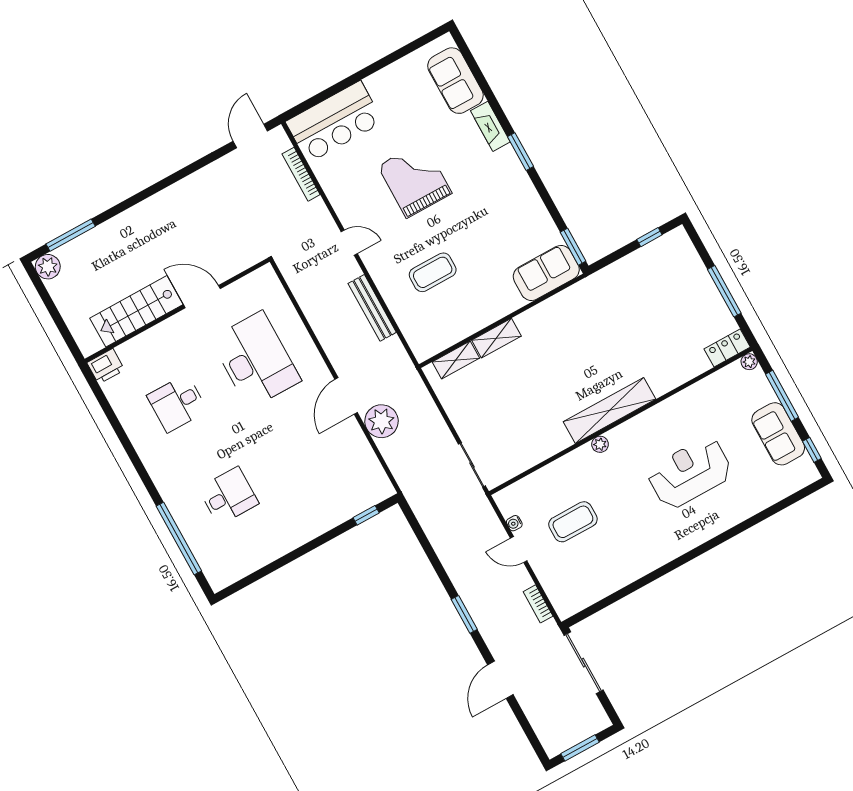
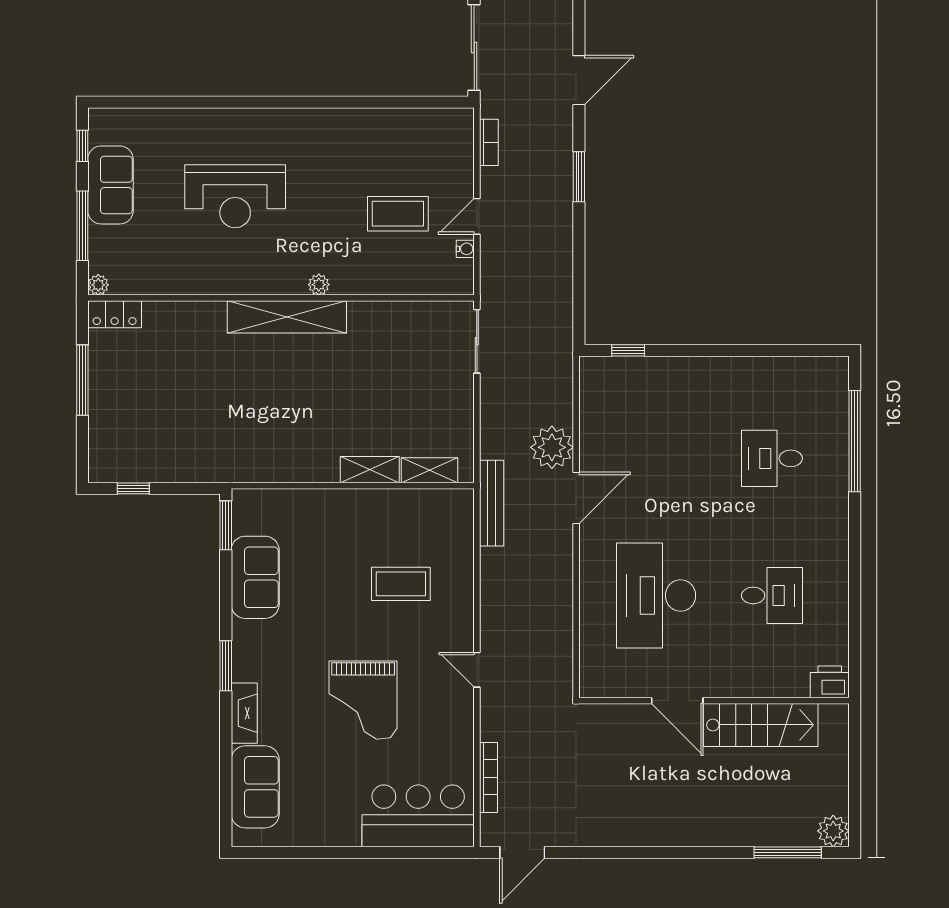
sofa: (546, 273) -> (255, 577), moved, turned -90
bench: (372, 308) -> (492, 503), moved
door: (519, 549) -> (477, 216), swing flipped

